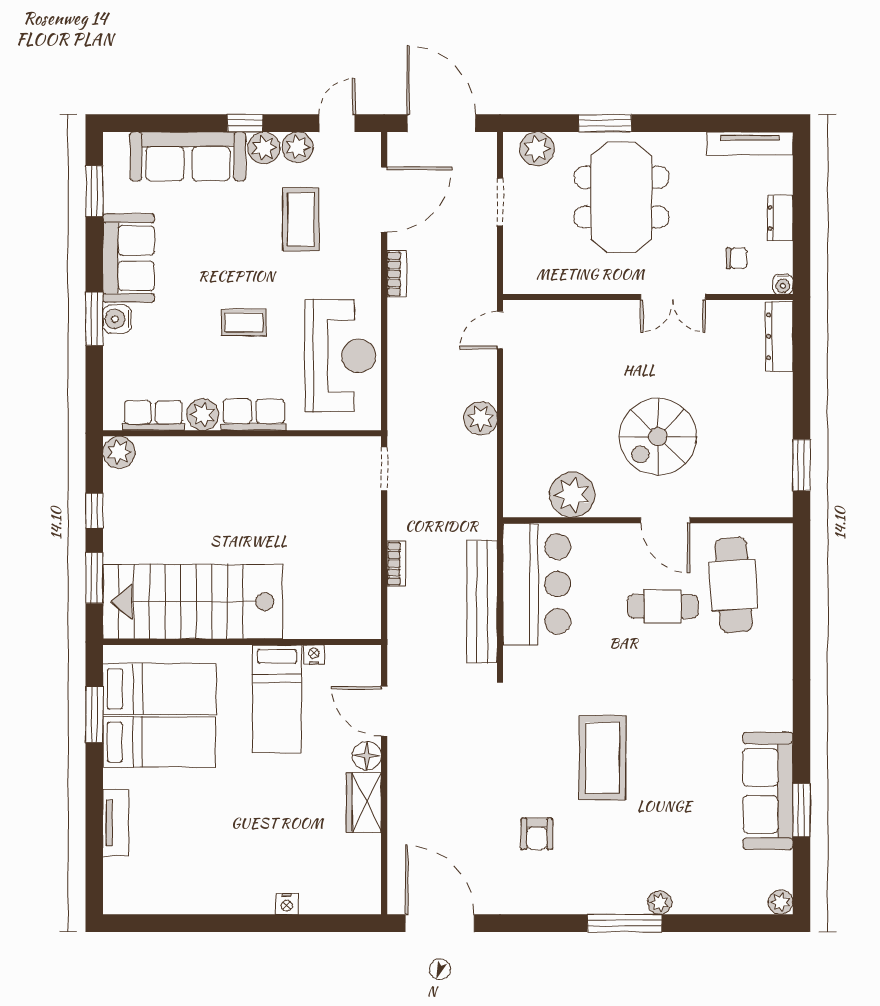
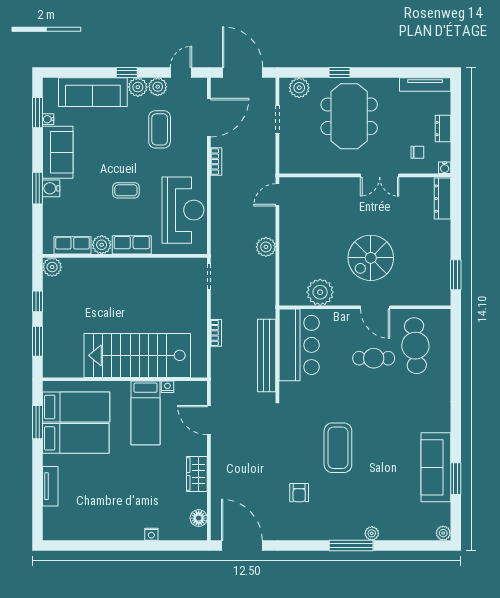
window: (605, 123) -> (339, 72), width x0.67
water cooler: (112, 202) -> (48, 119), added
stairs: (193, 602) -> (137, 355), moved
floor lamp: (367, 756) -> (199, 518), moved

